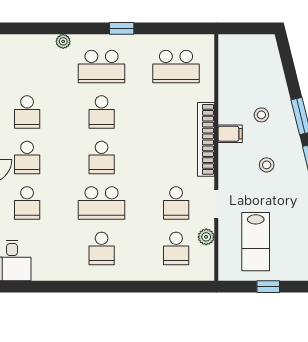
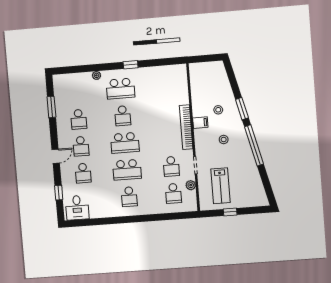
school desk: (176, 67) -> (165, 85), removed
school desk: (102, 157) -> (125, 143), width x1.85

